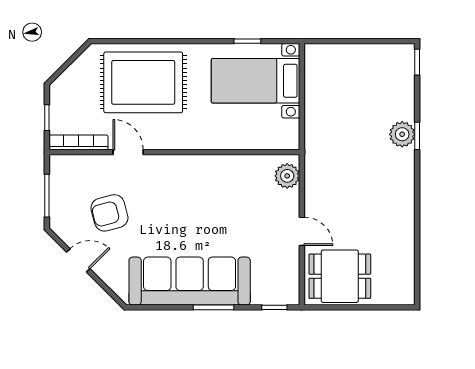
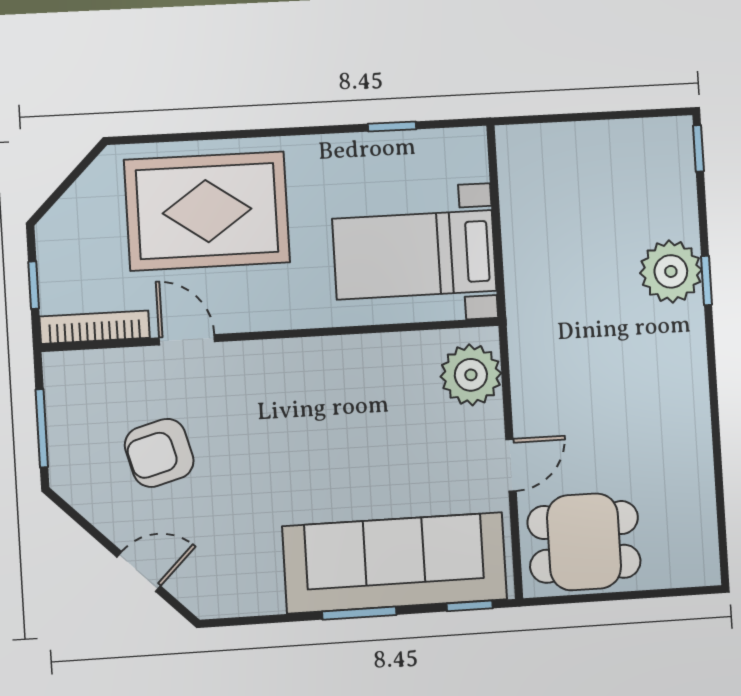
bed with nightstands: (255, 81) -> (414, 255), moved
plant: (402, 134) -> (671, 271), width x1.36, depth x1.36
plant: (287, 176) -> (471, 375), width x1.36, depth x1.36
door: (302, 231) -> (511, 465), hinge flipped
door: (78, 260) -> (139, 572), moved
sofa: (190, 281) -> (395, 563), moved

